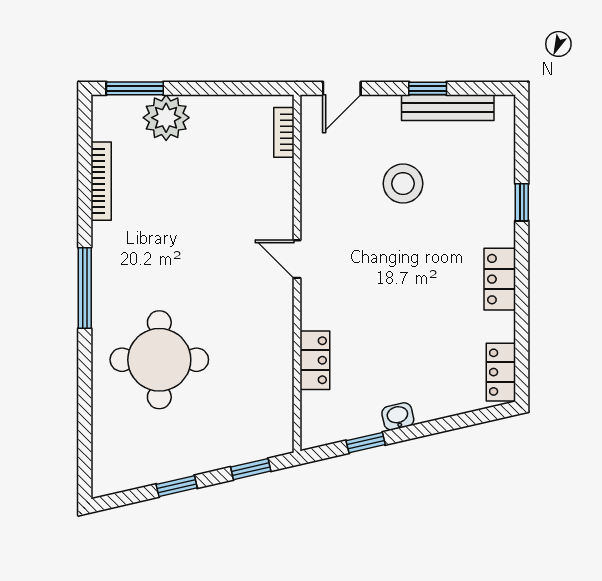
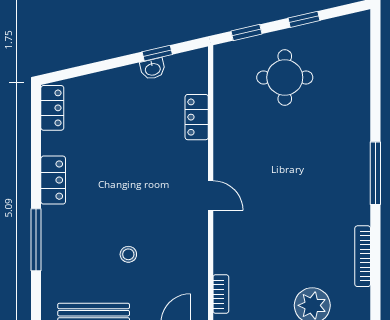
stool: (403, 184) -> (128, 254), width x0.53, depth x0.53
window: (522, 202) -> (36, 240), width x2.17
round table: (159, 360) -> (285, 77), moved, width x0.73, depth x0.73
washbasin: (398, 416) -> (153, 69), moved

